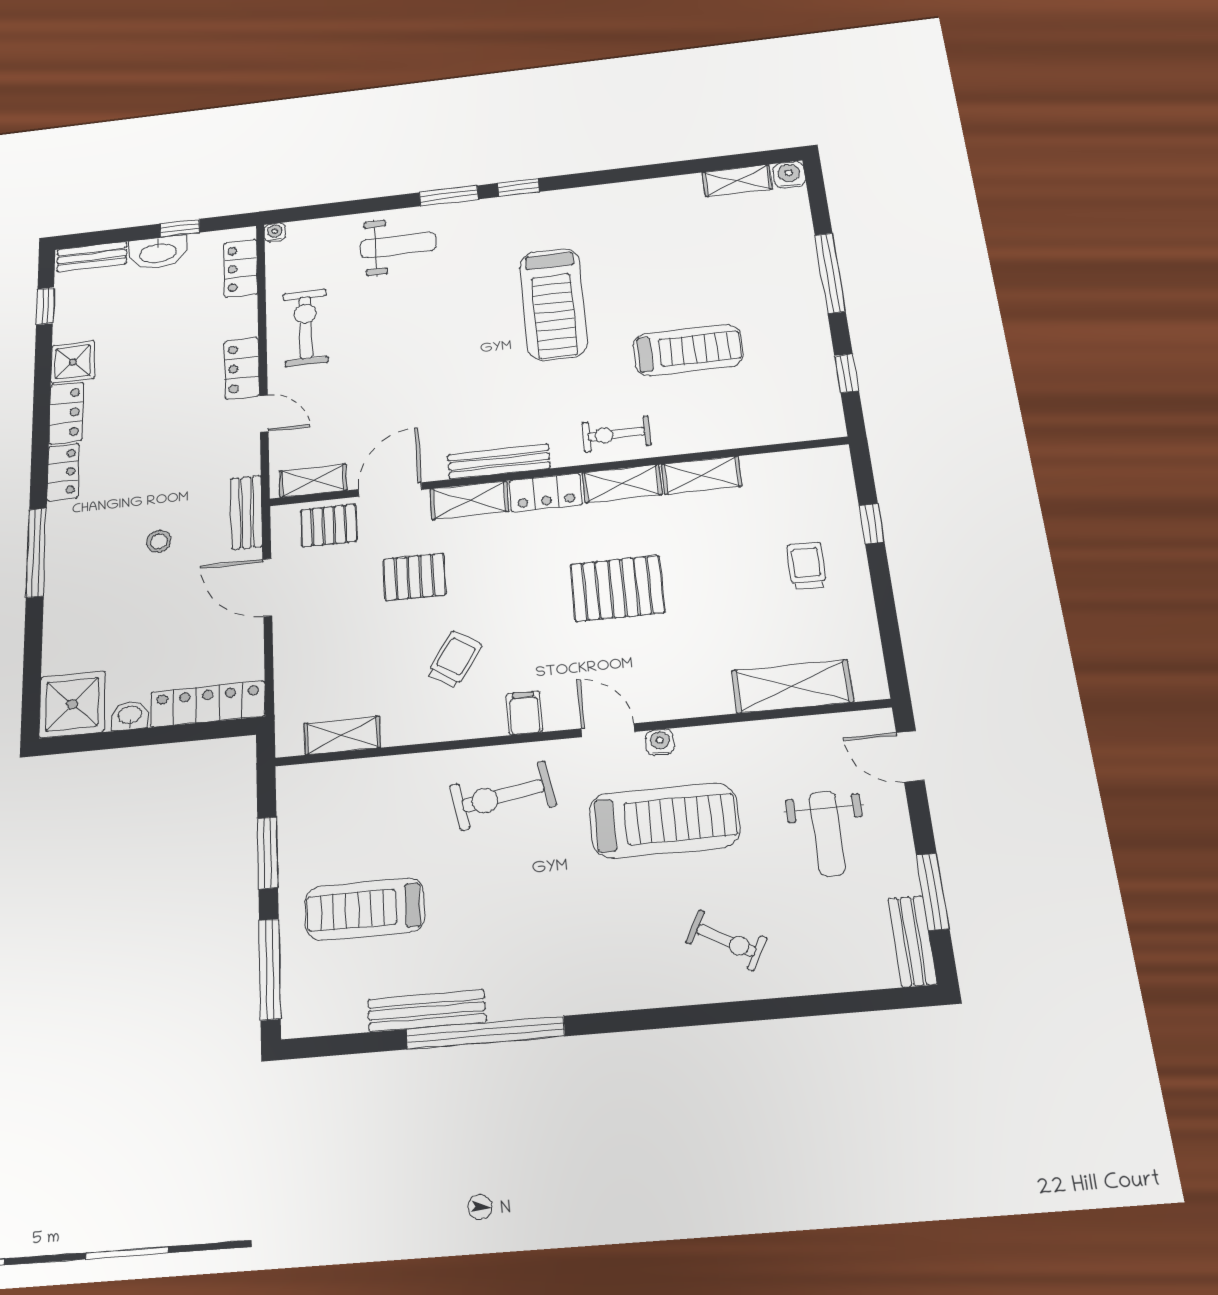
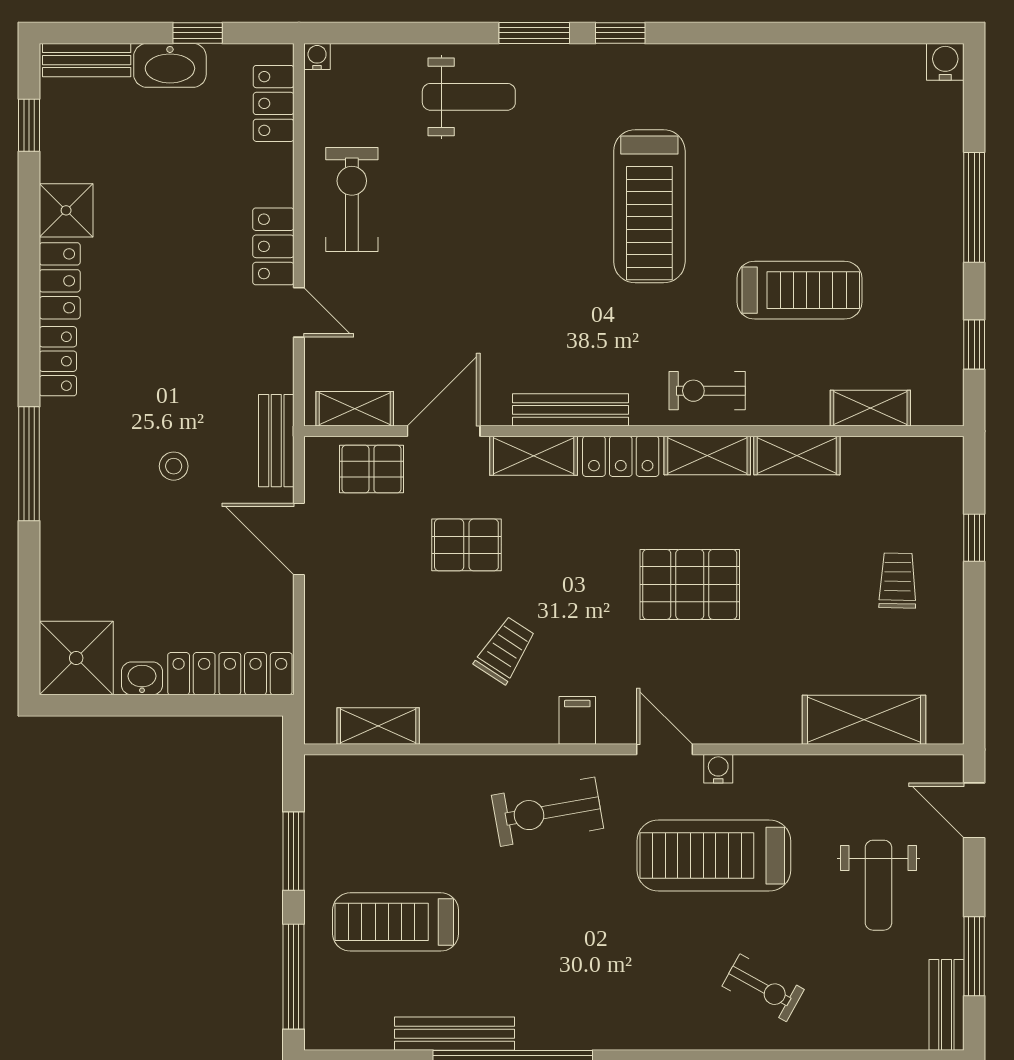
shelving: (737, 181) -> (870, 408), moved
treadmill: (664, 821) -> (714, 856), turned 180

